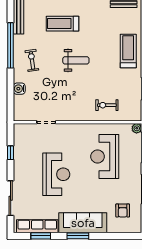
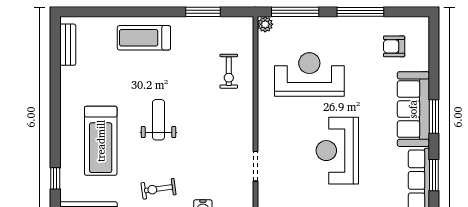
treadmill: (63, 24) -> (101, 141), width x1.37, depth x1.38
reception desk: (105, 157) -> (309, 74), turned 180
reception desk: (56, 174) -> (337, 151), turned -90
armchair: (123, 210) -> (394, 46), turned 180

